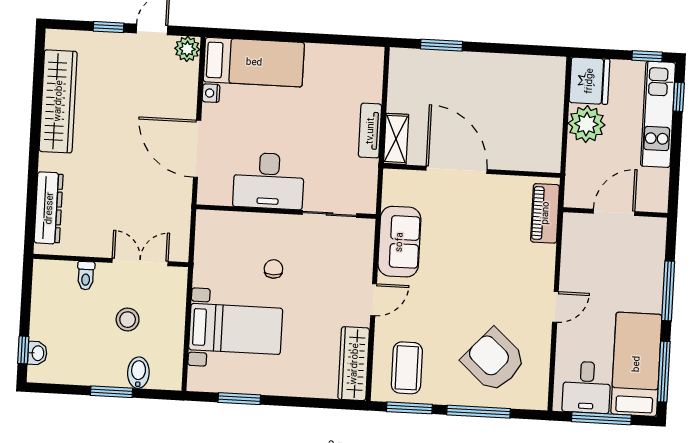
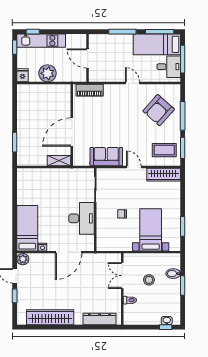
fridge: (589, 81) -> (23, 75), width x0.53, depth x0.75
tv unit: (370, 131) -> (56, 173), removed

